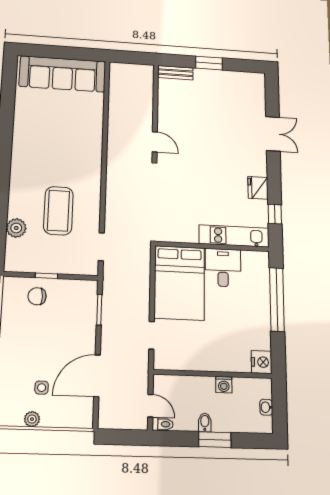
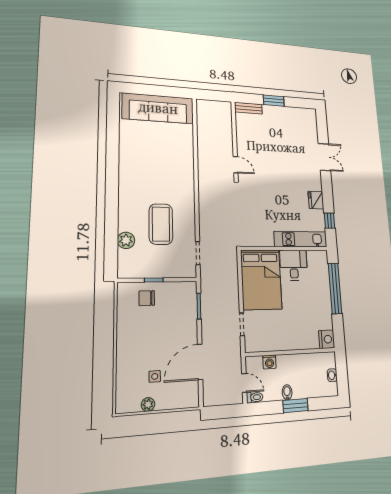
washing machine: (224, 385) -> (269, 362), moved

